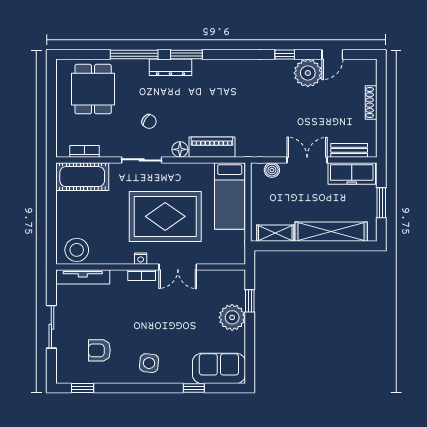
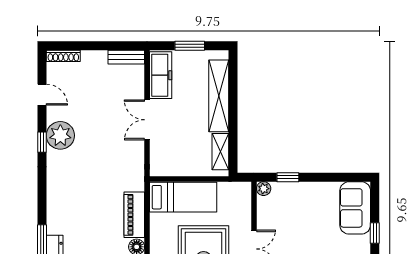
plant: (308, 73) -> (60, 135), moved
shoe rack: (371, 103) -> (63, 56), moved
bench: (349, 150) -> (126, 57), moved, turned 90
boiler: (272, 170) -> (157, 155), removed
plant: (232, 317) -> (264, 189), moved, width x0.53, depth x0.53

